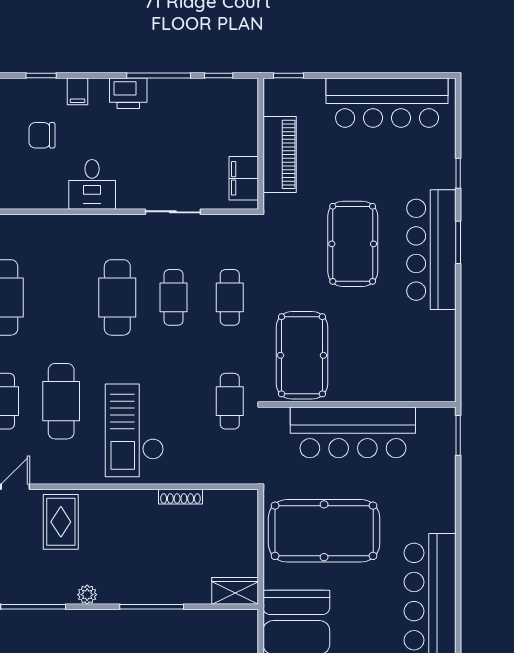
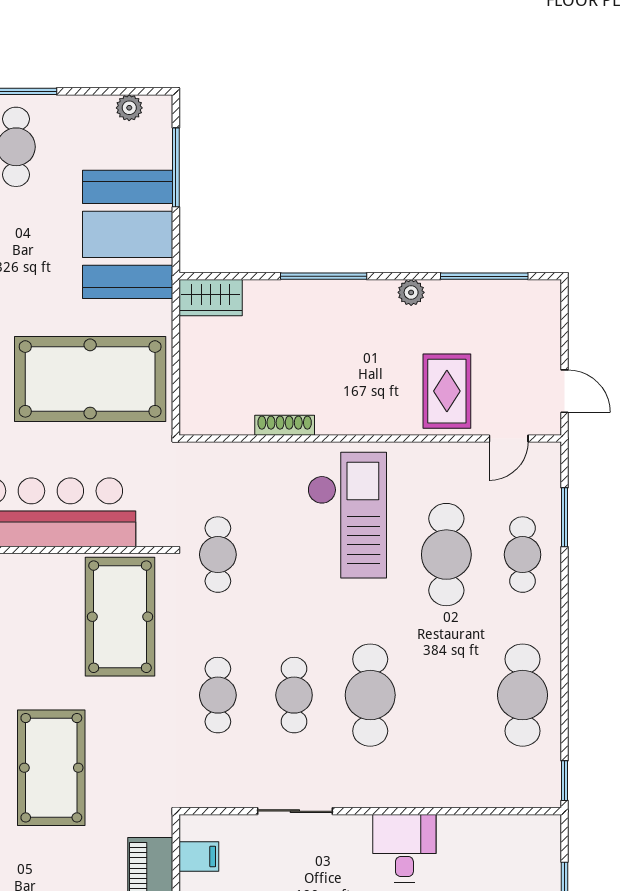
filing cabinet: (244, 178) -> (199, 857), width x0.50

